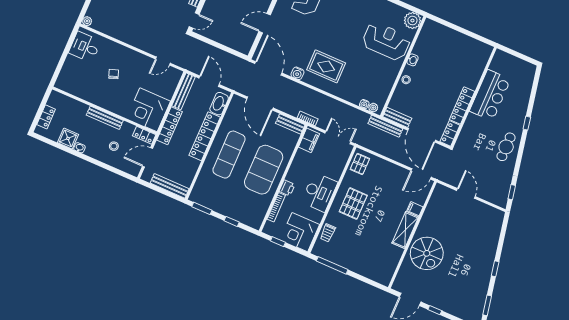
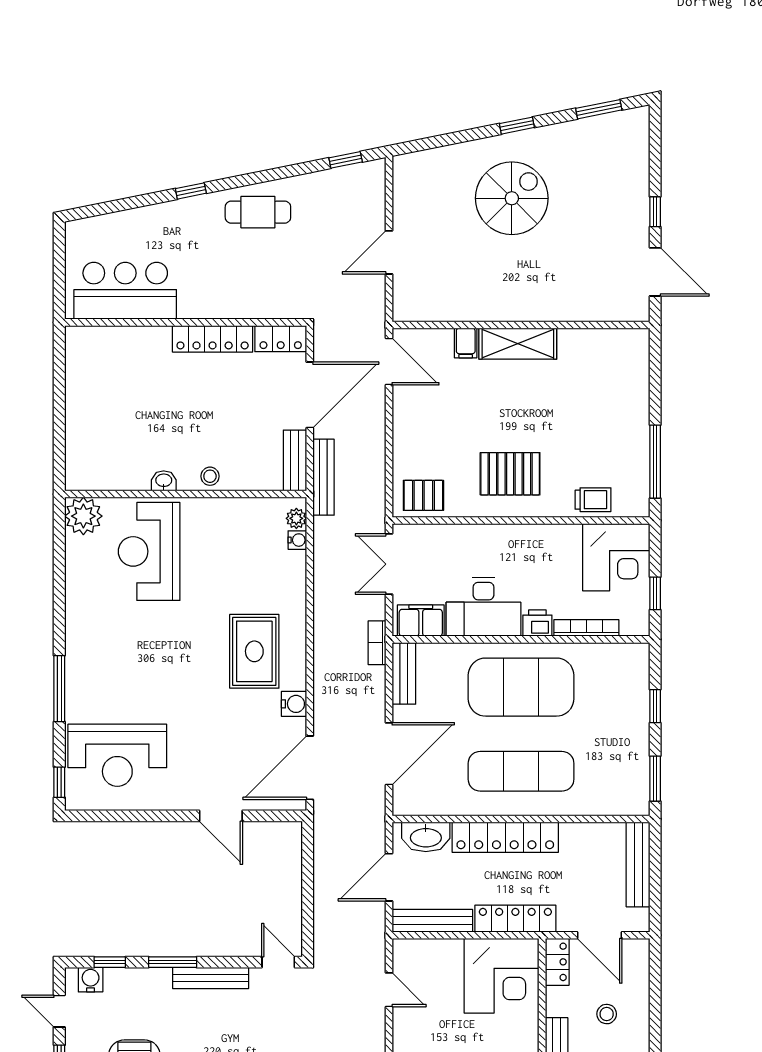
bar counter: (490, 95) -> (125, 291), moved
desk: (319, 192) -> (483, 607), moved, turned 180
spiral stairs: (427, 253) -> (512, 198), moved

